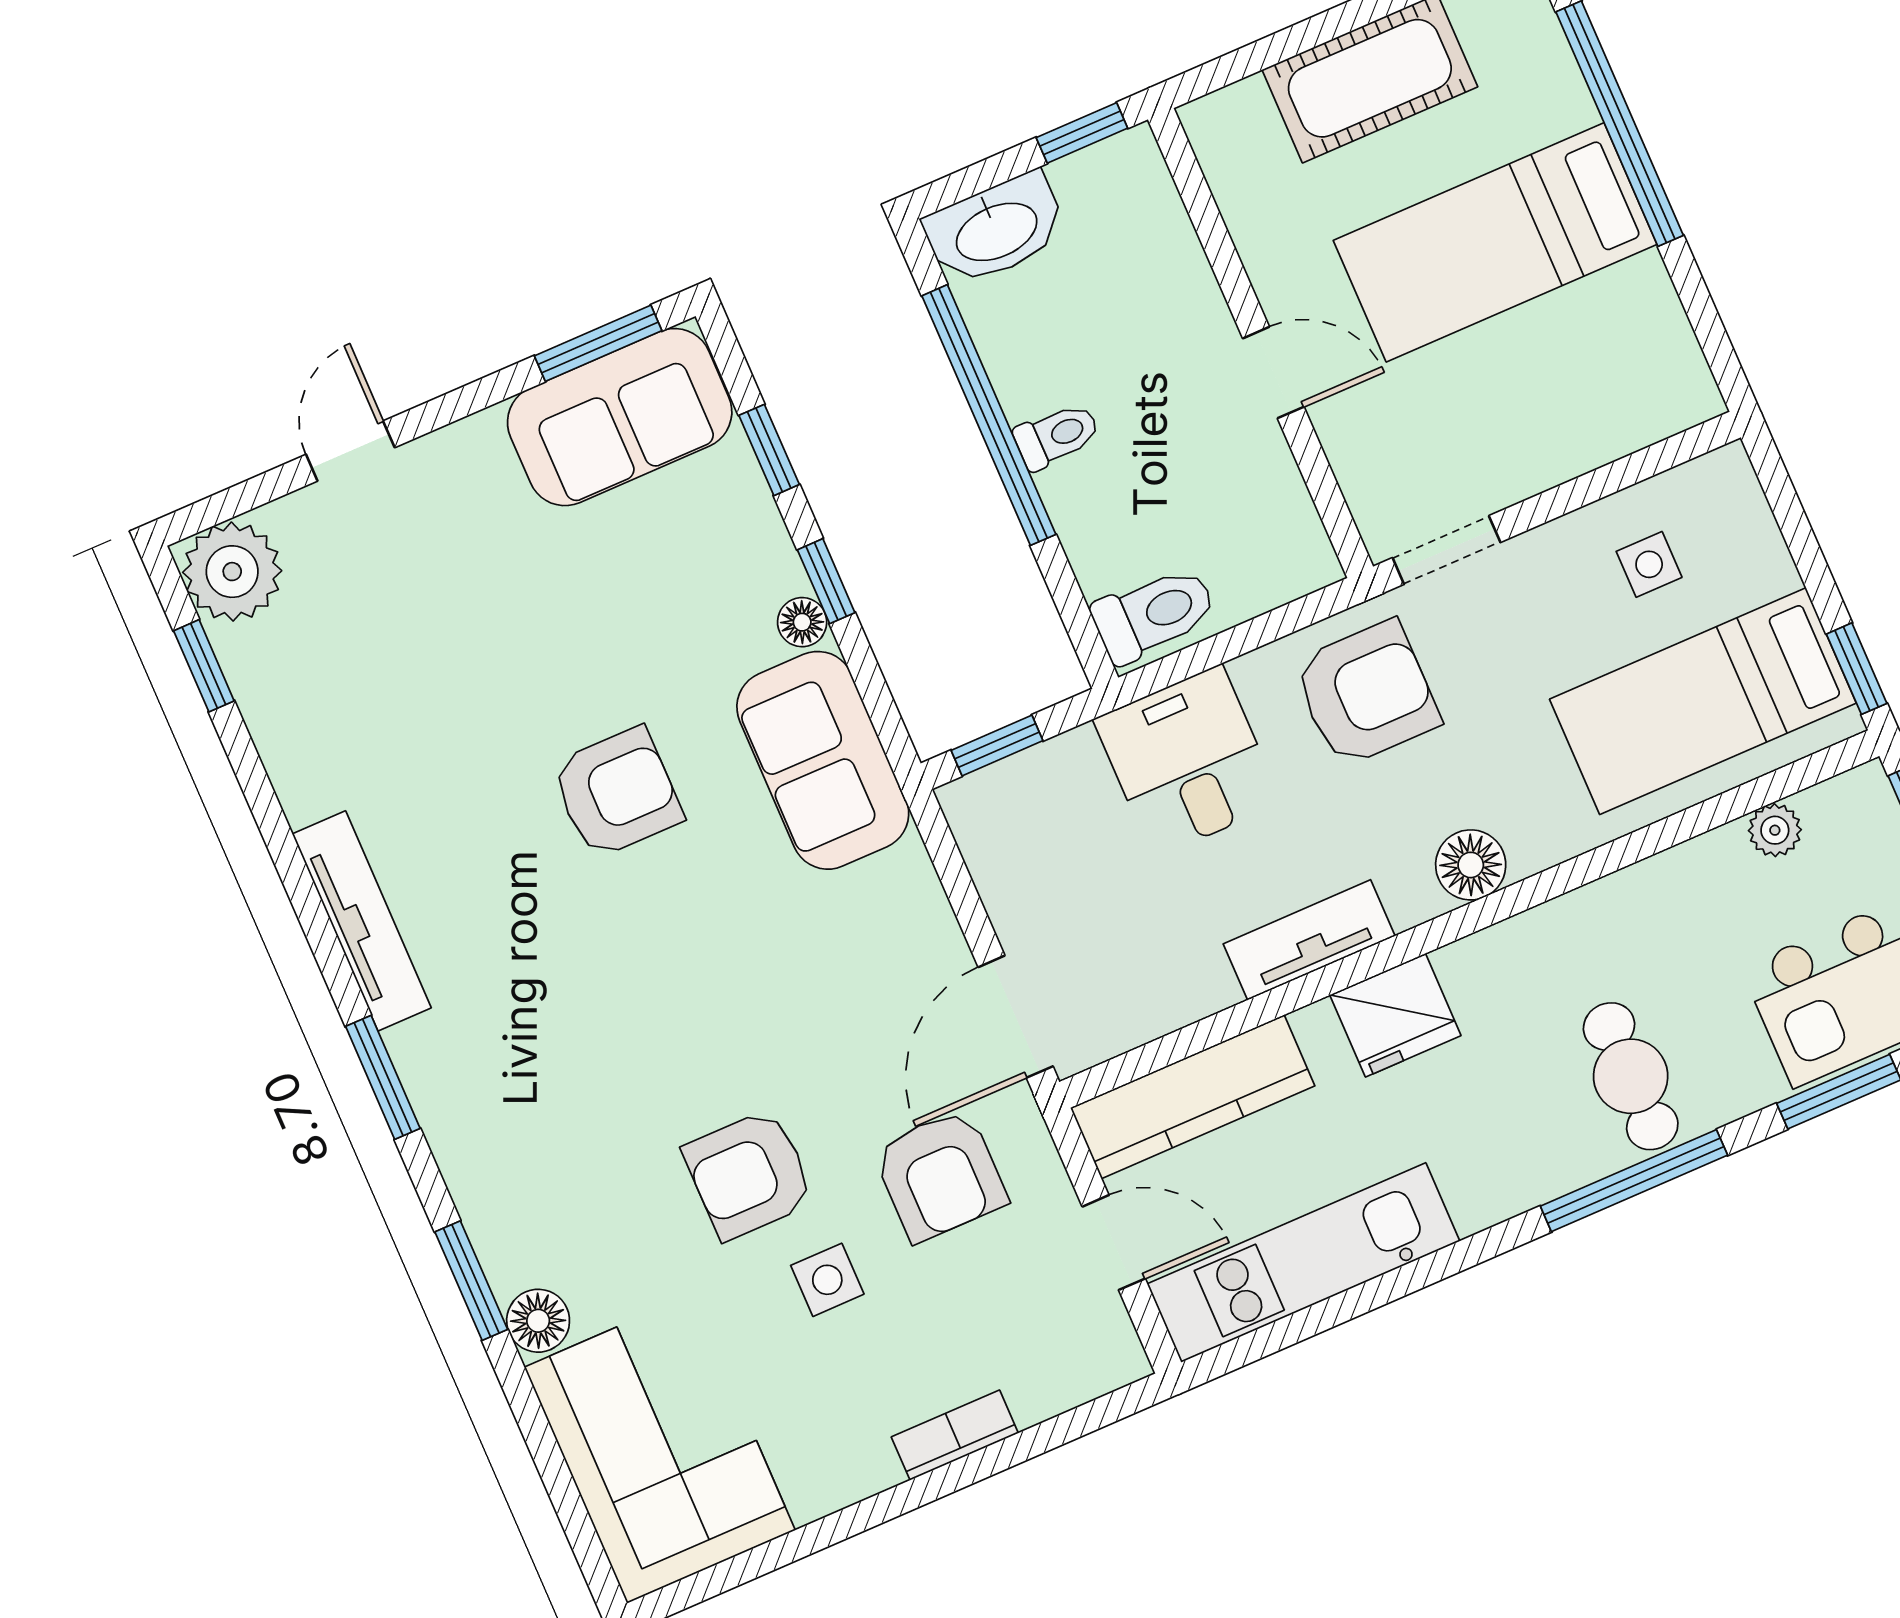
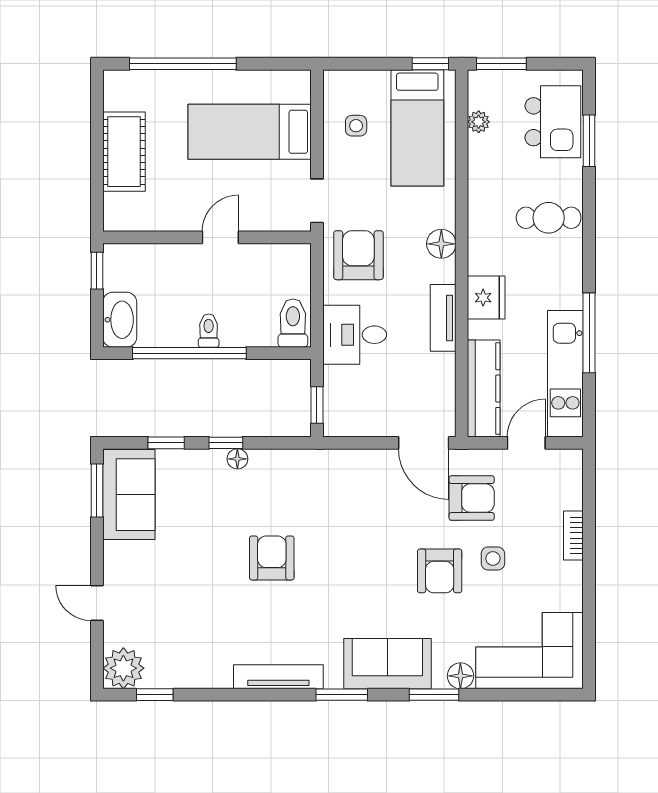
bed: (1495, 242) -> (250, 132), moved, turned 90
sofa: (823, 760) -> (387, 664), moved, turned 180
window: (1634, 1181) -> (589, 333), moved

